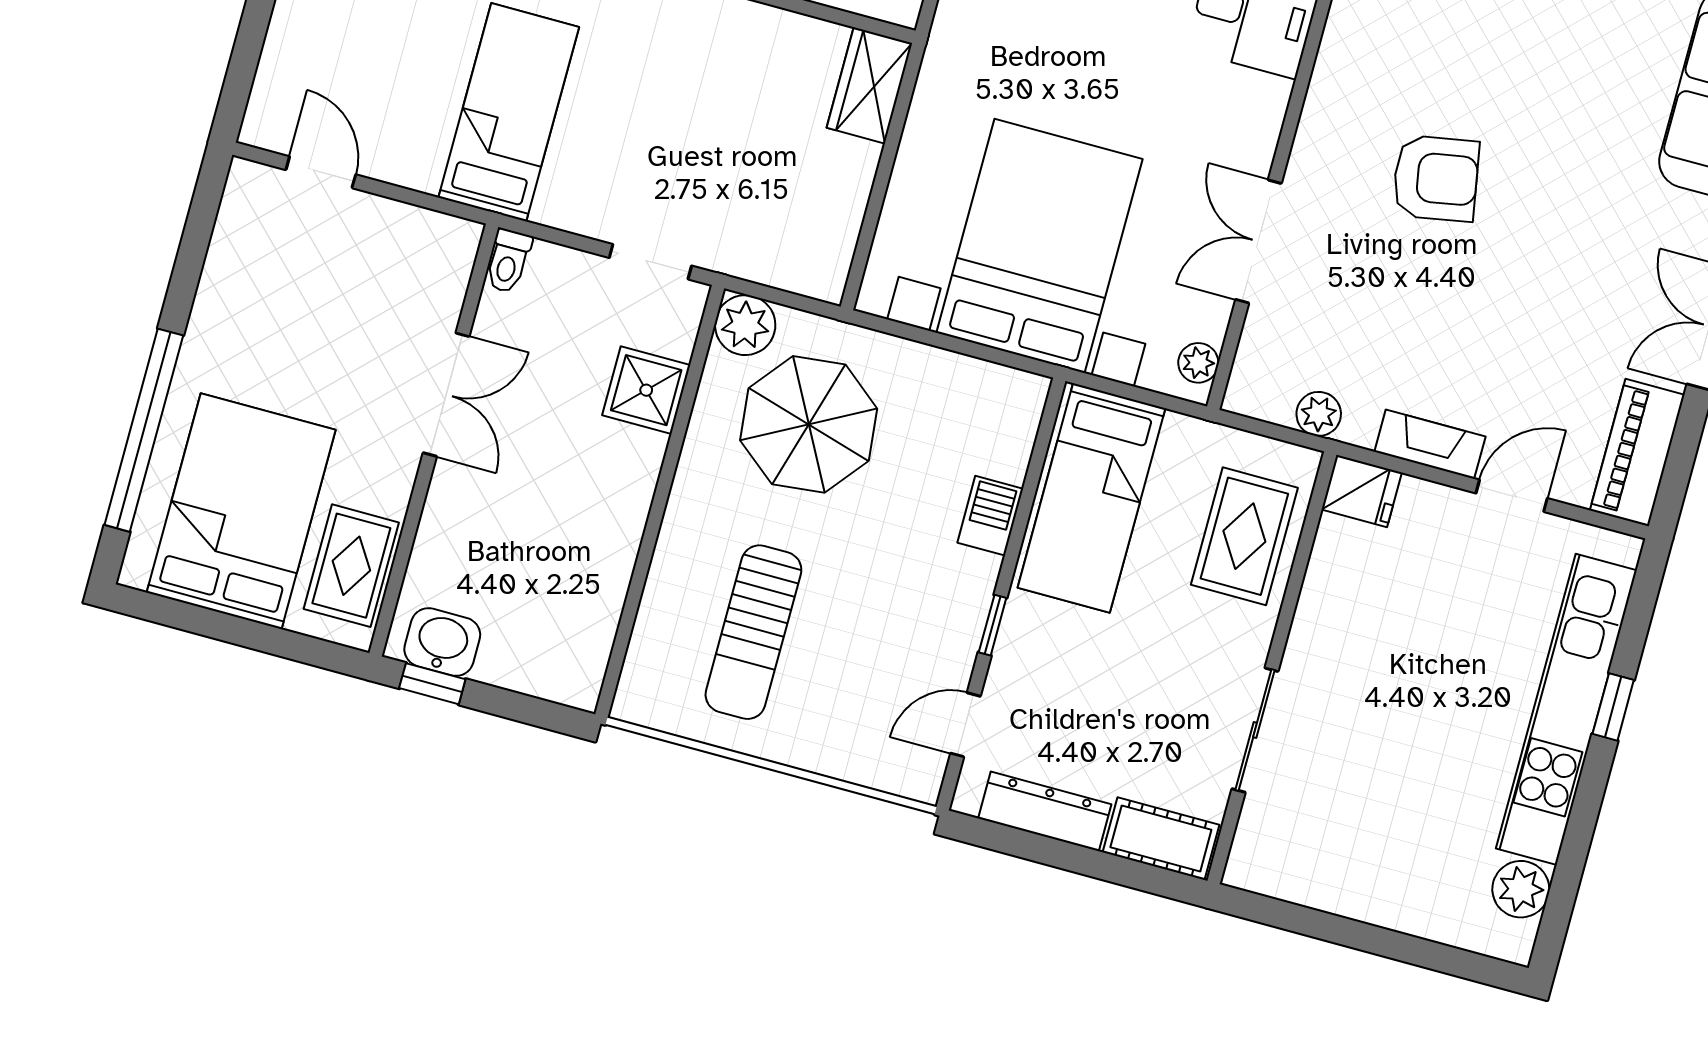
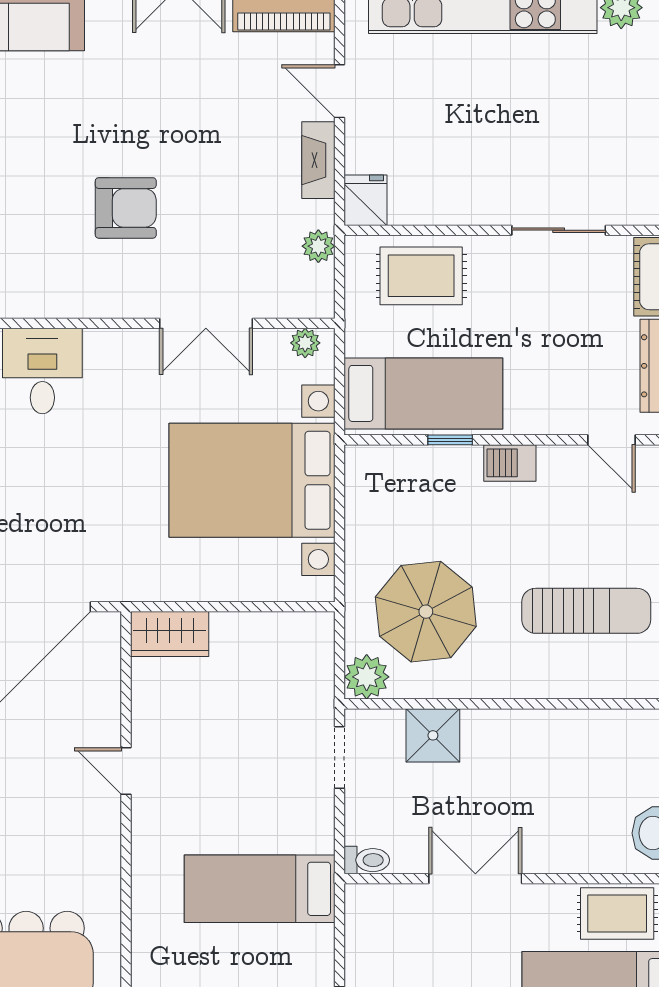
armchair: (1436, 178) -> (126, 208), turned 100
barbecue: (990, 516) -> (510, 463), moved
window: (993, 625) -> (450, 440), moved

